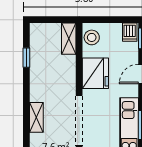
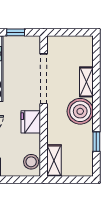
fridge: (95, 73) -> (31, 122), width x0.73, depth x0.75
boiler: (43, 88) -> (80, 111), added

